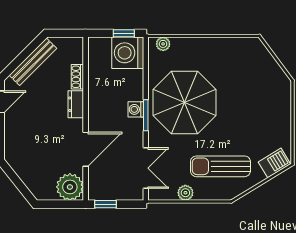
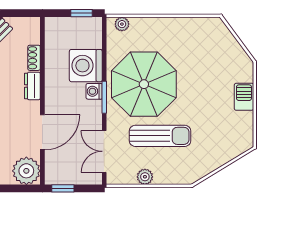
washing machine: (128, 53) -> (86, 66), moved
barbecue: (274, 163) -> (244, 97), moved, turned -59
sun lounger: (220, 166) -> (160, 136), moved, turned 180
double door: (146, 168) -> (104, 151), swing flipped

